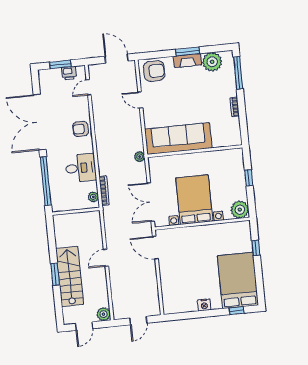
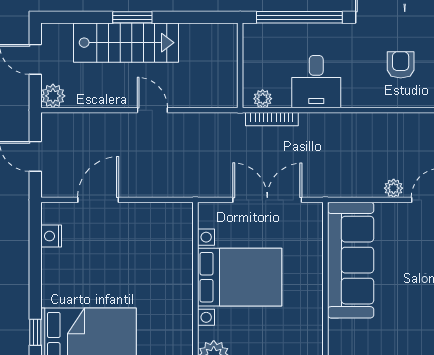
armchair: (81, 129) -> (401, 65), moved
plant: (140, 157) -> (394, 188), moved
double door: (151, 202) -> (267, 200), moved
door: (155, 248) -> (98, 200), moved
nightstand: (204, 305) -> (51, 236), moved

